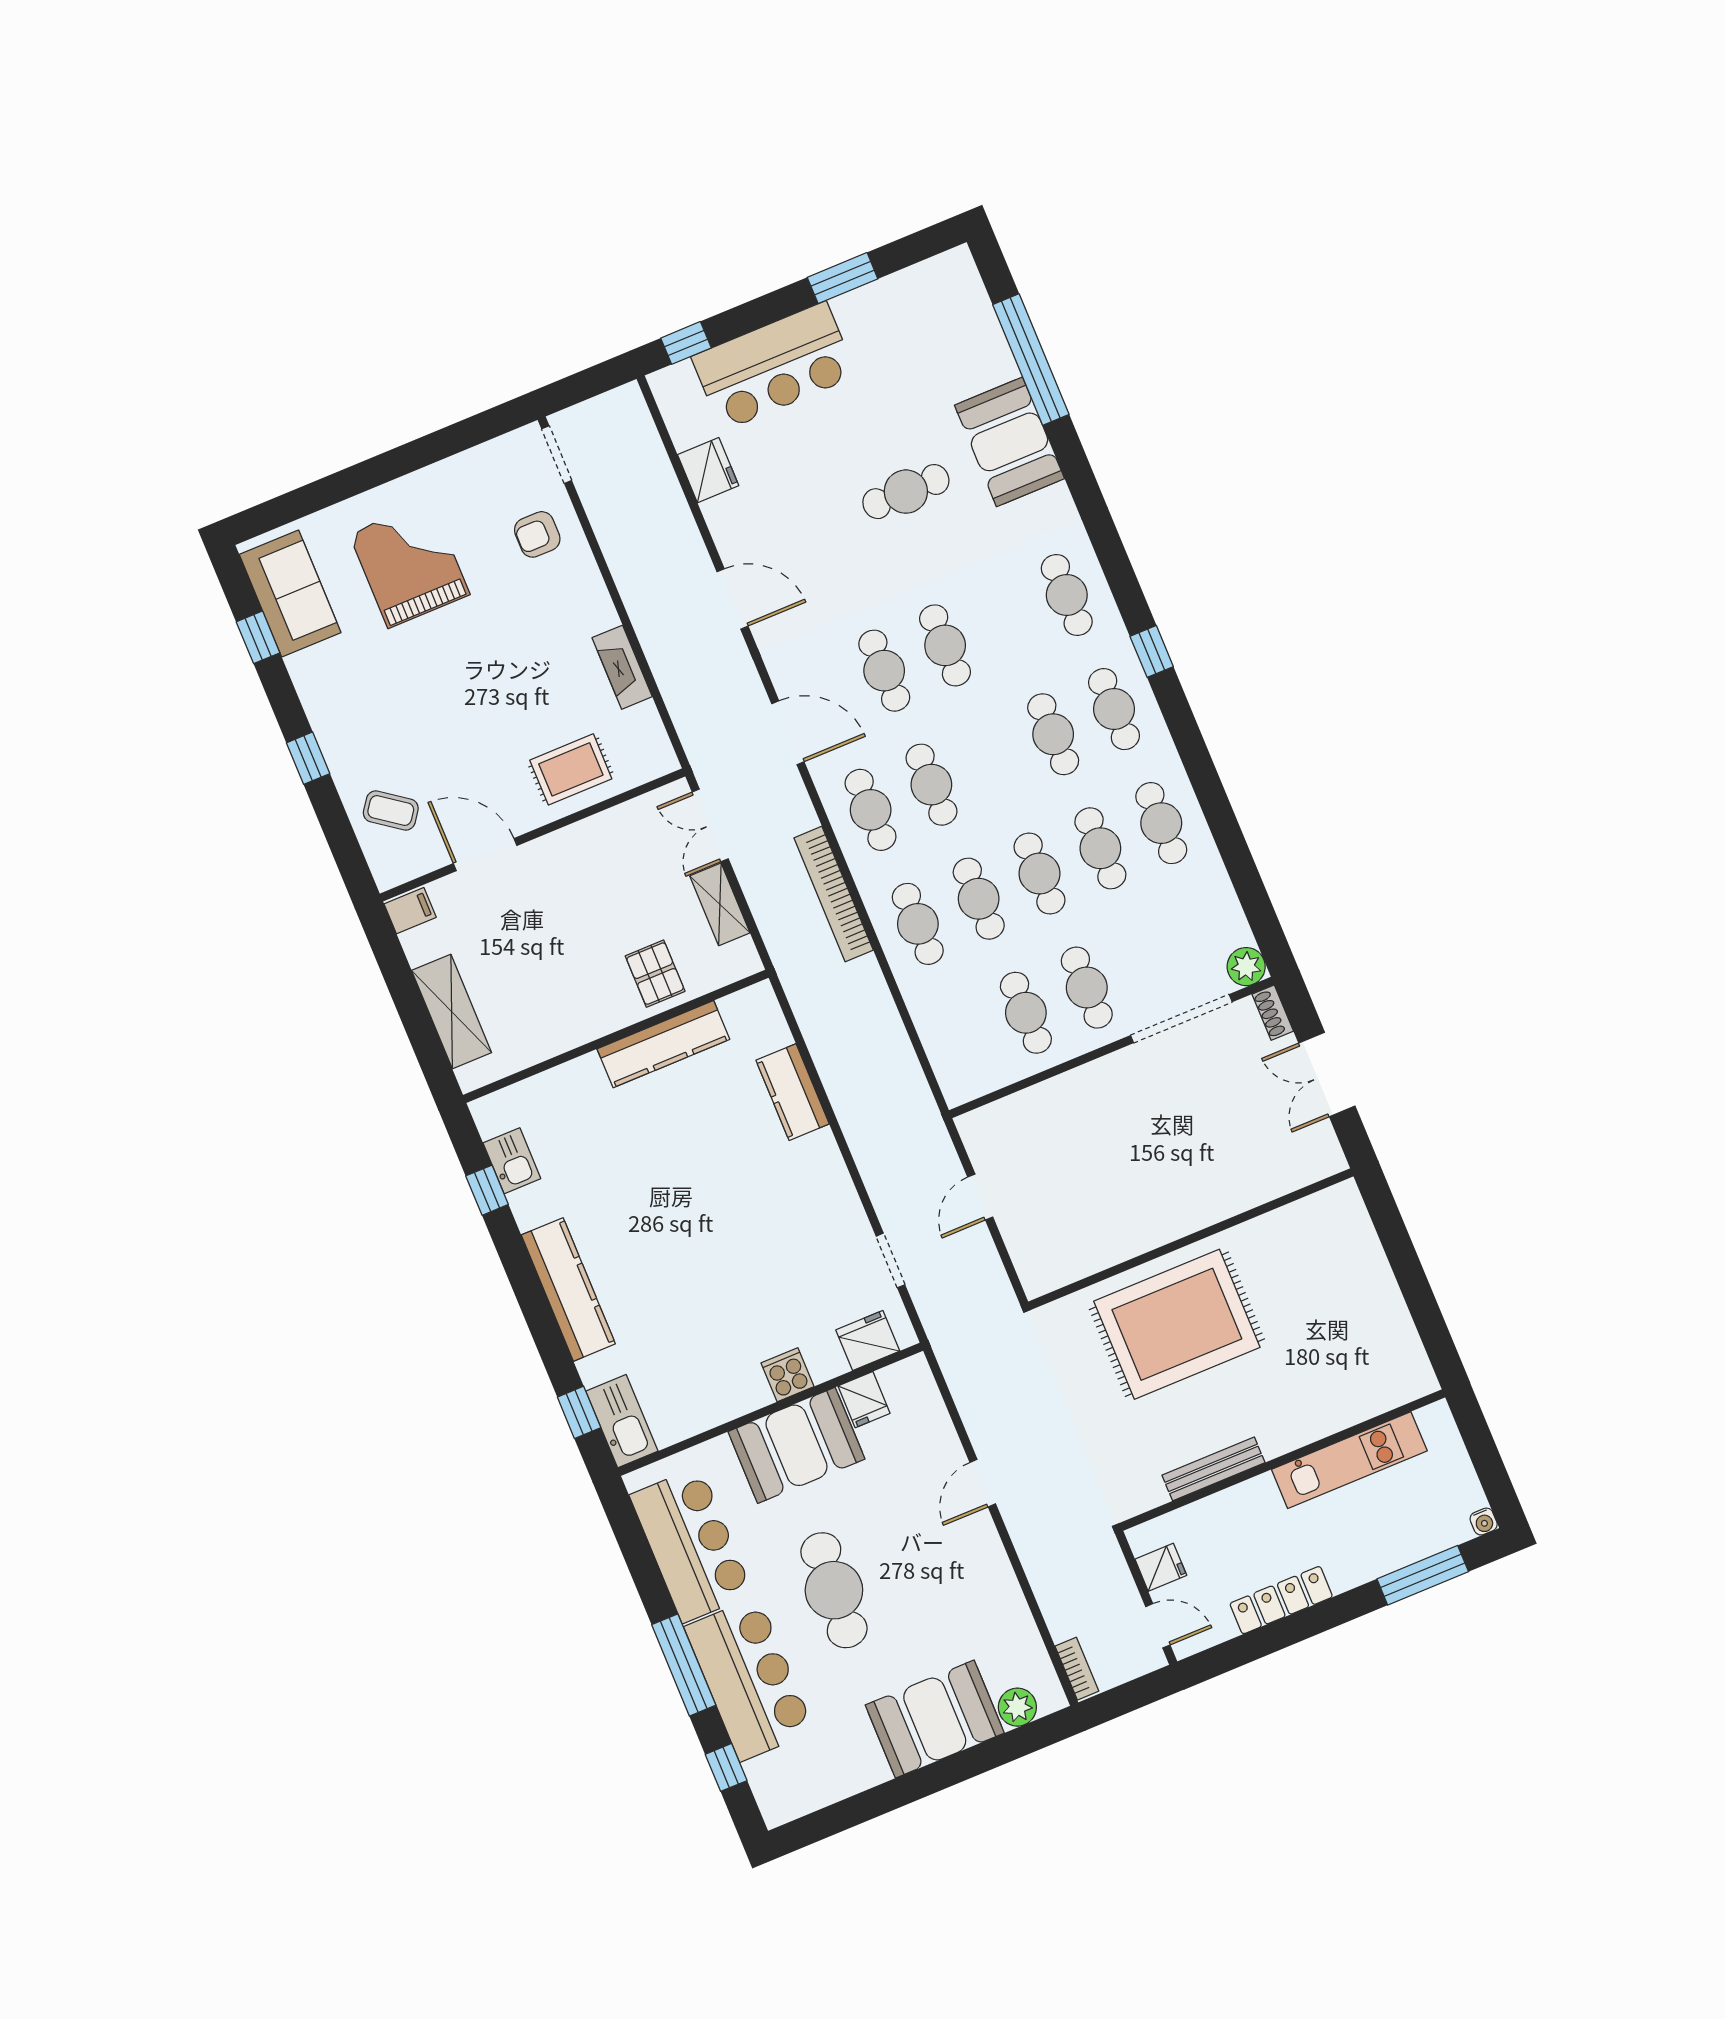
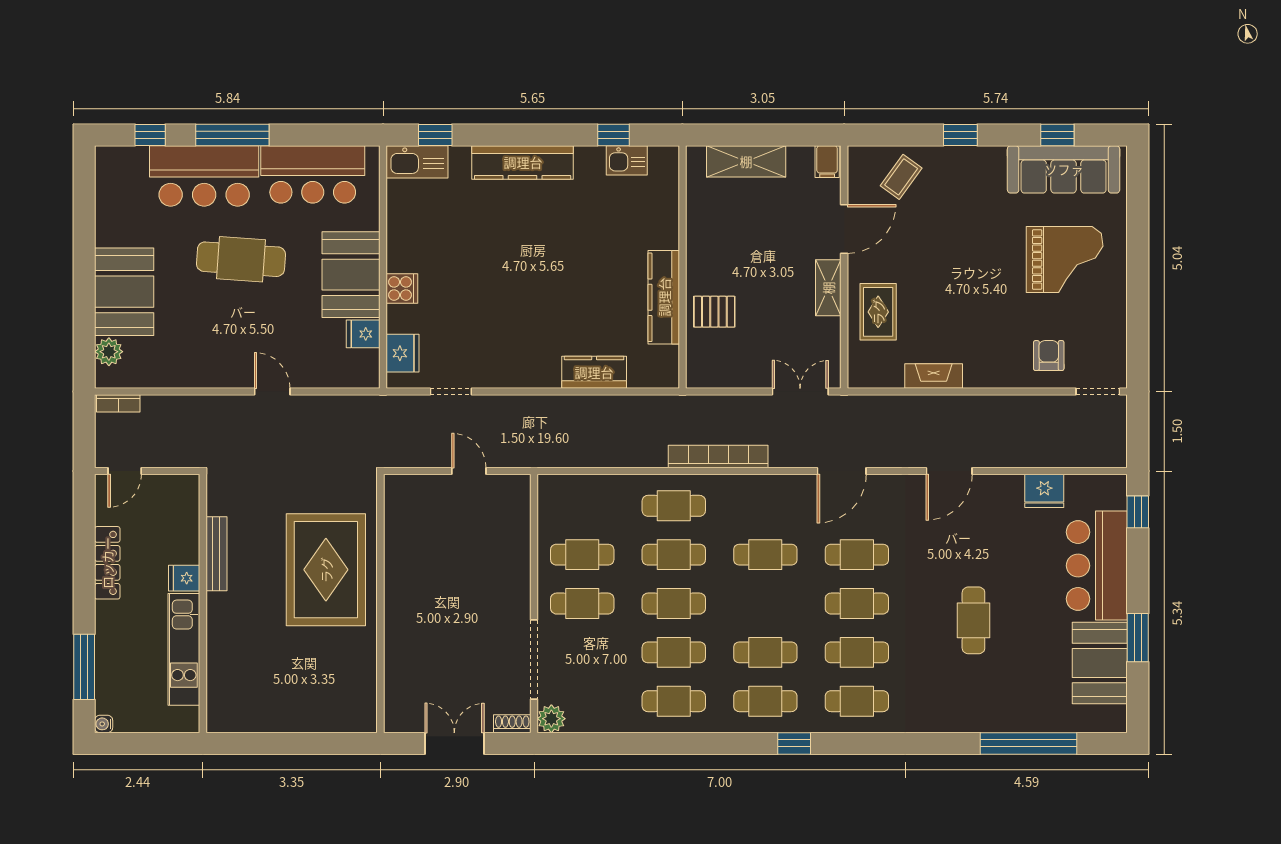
booth: (1010, 442) -> (1100, 663), moved, turned 90
sofa: (290, 594) -> (1064, 169), width x1.36
cafe table: (871, 810) -> (857, 652), moved
shelving: (720, 904) -> (828, 288), moved, turned 90
fridge: (1161, 1567) -> (184, 578), moved, turned 90

